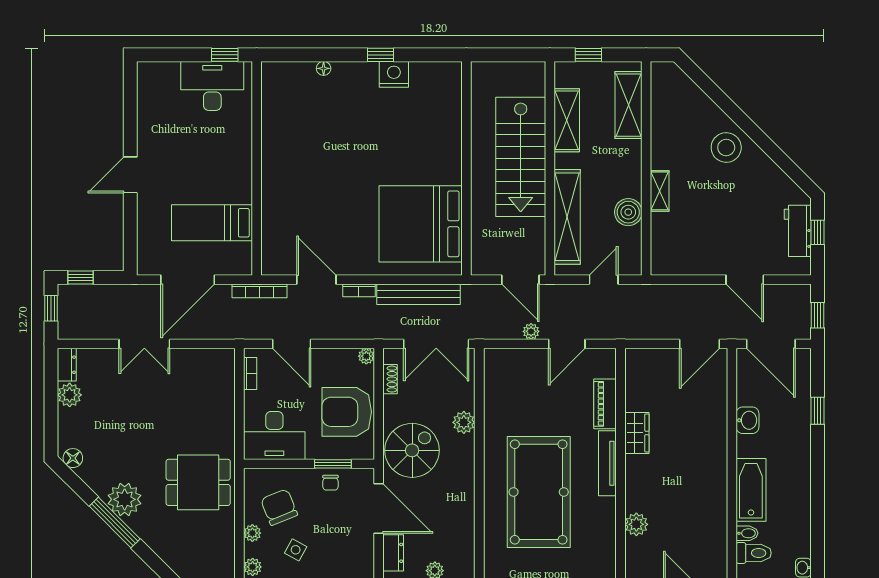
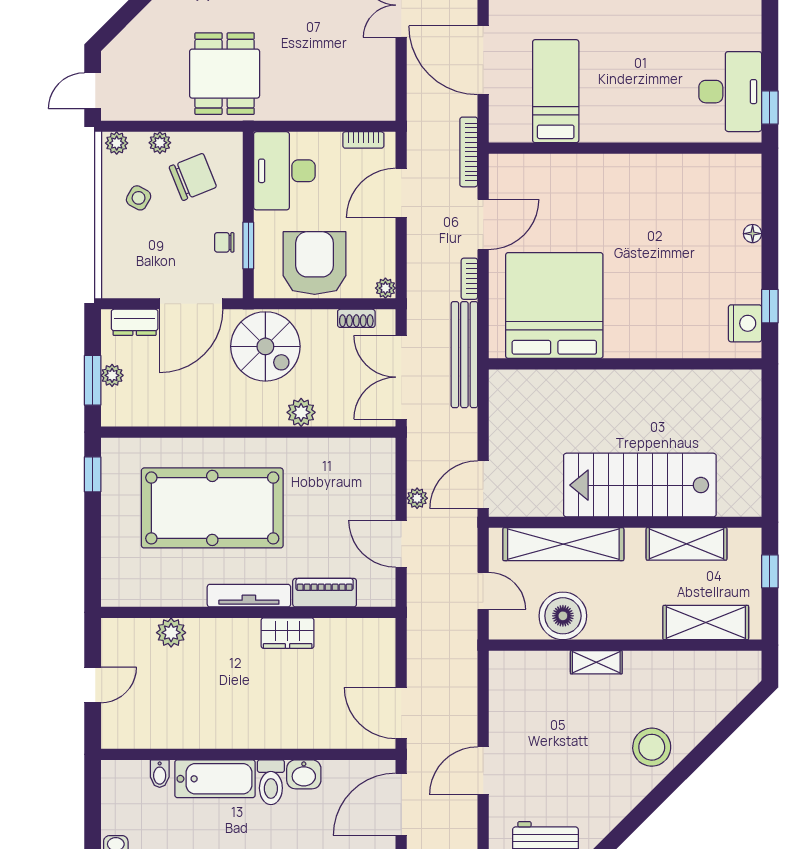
wall: (466, 168) -> (625, 364), moved
boiler: (628, 212) -> (563, 616), width x1.37, depth x1.37
bed: (421, 224) -> (554, 305), moved
toilet: (754, 553) -> (271, 782), moved

